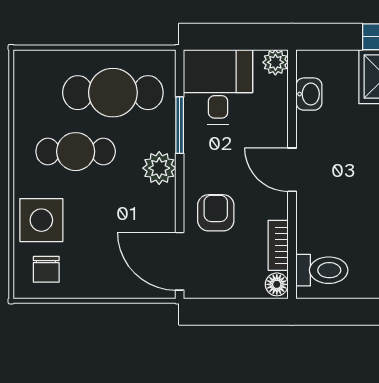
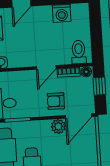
plant: (159, 168) -> (58, 126), moved
door: (292, 170) -> (46, 67), moved
window: (243, 312) -> (99, 86), added

